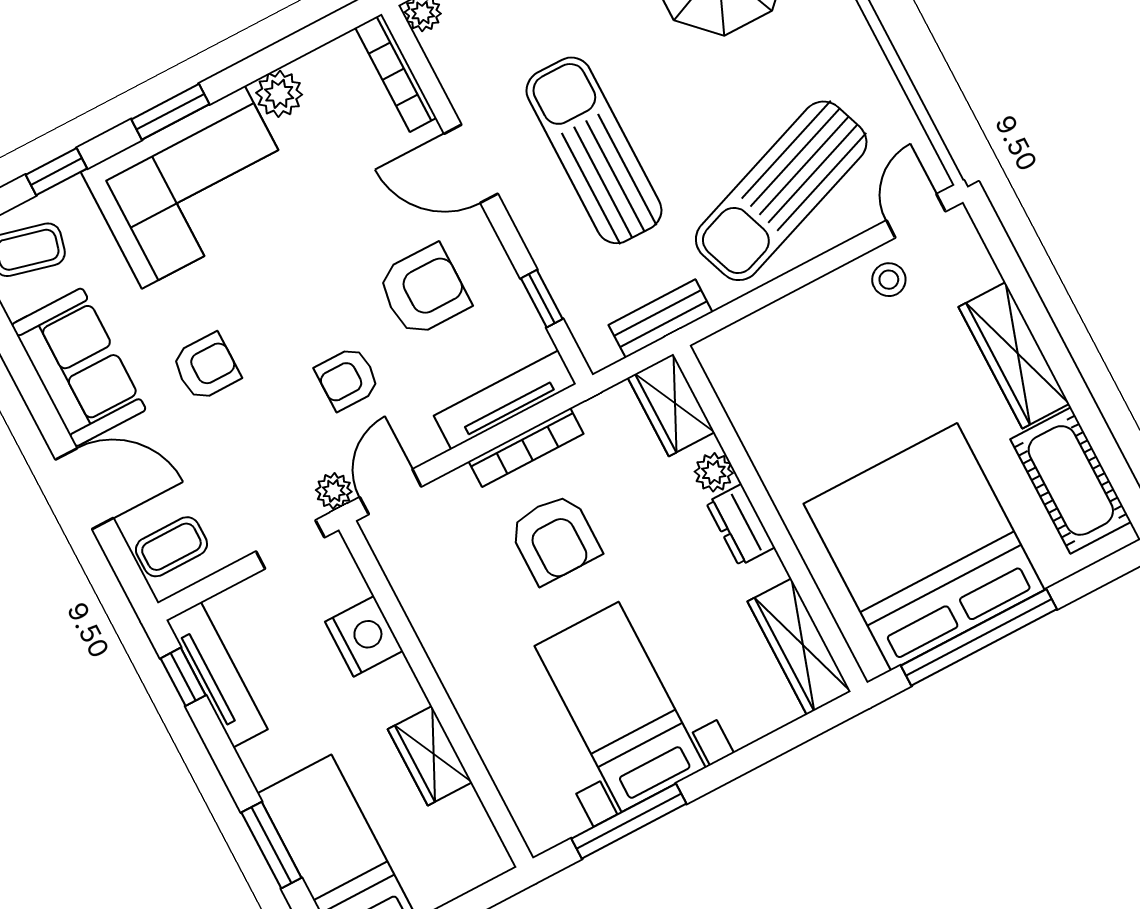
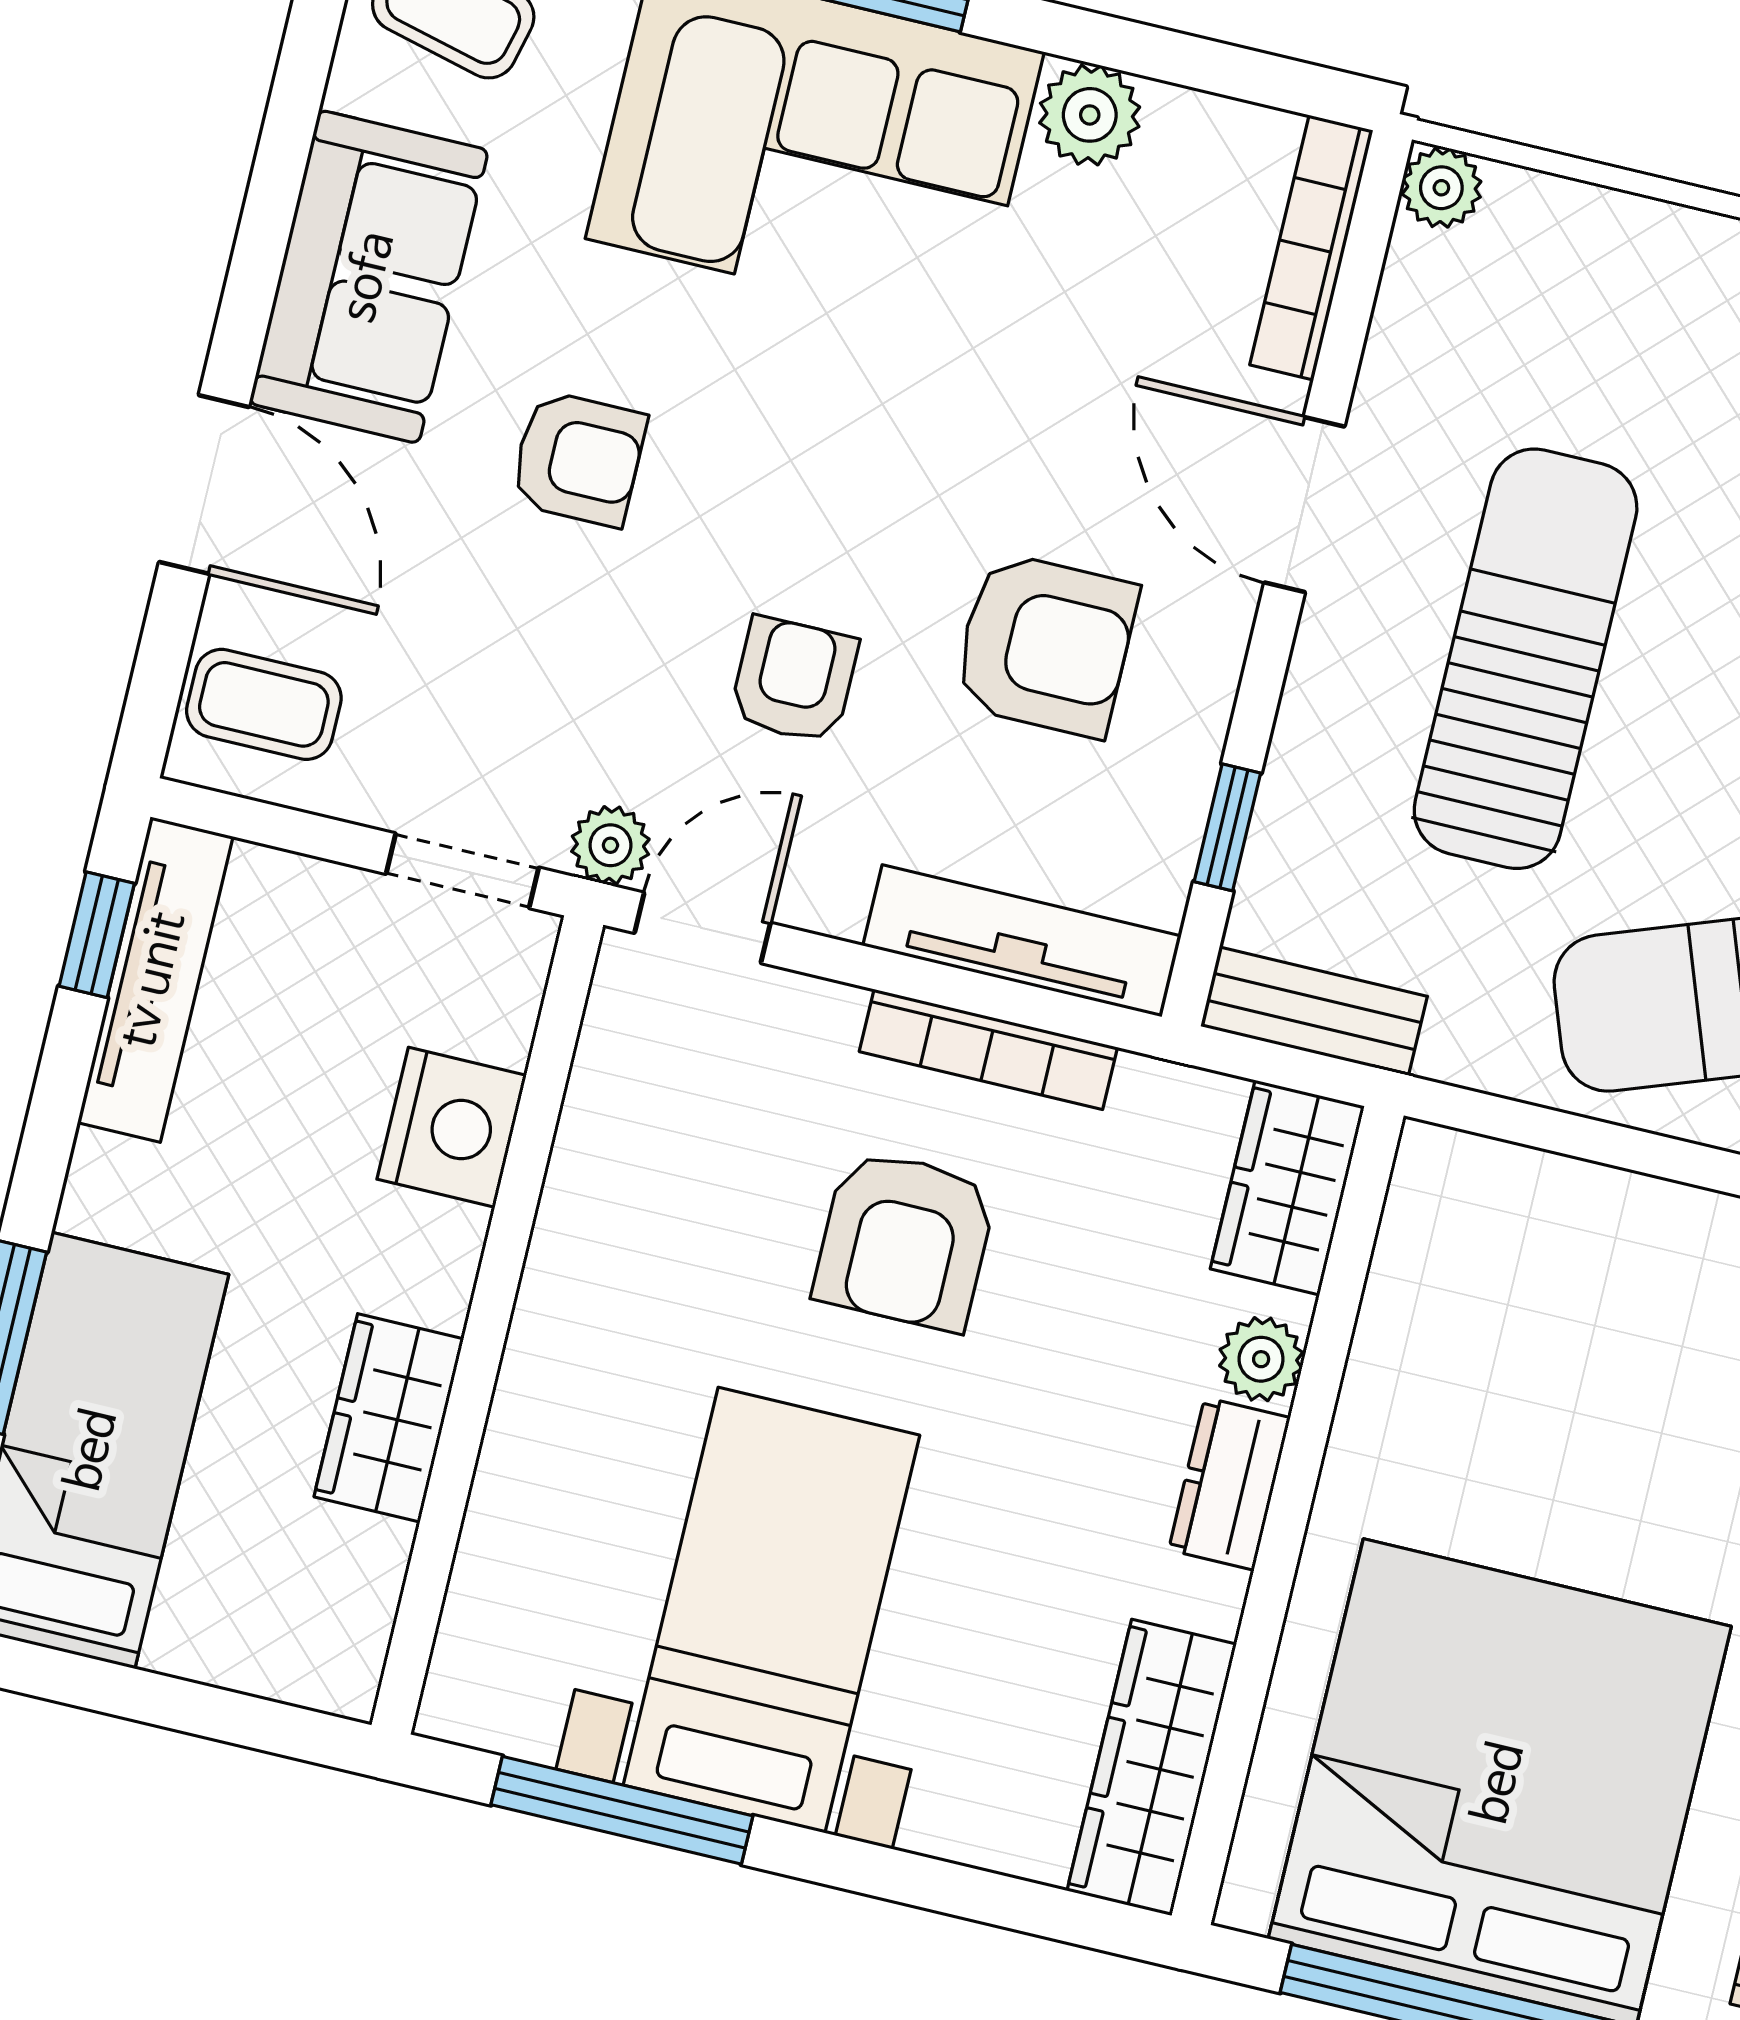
bench: (661, 319) -> (1314, 1011), moved
armchair: (347, 378) -> (794, 680), turned 90

